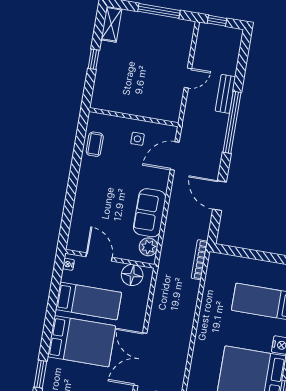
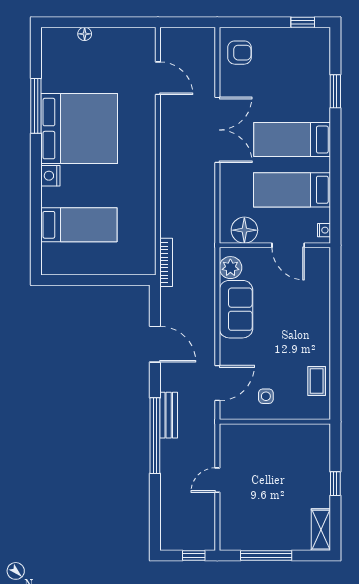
bench: (225, 94) -> (169, 415), moved
bed: (82, 341) -> (292, 140), width x0.67

